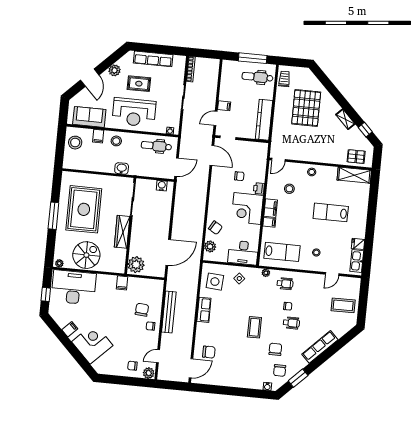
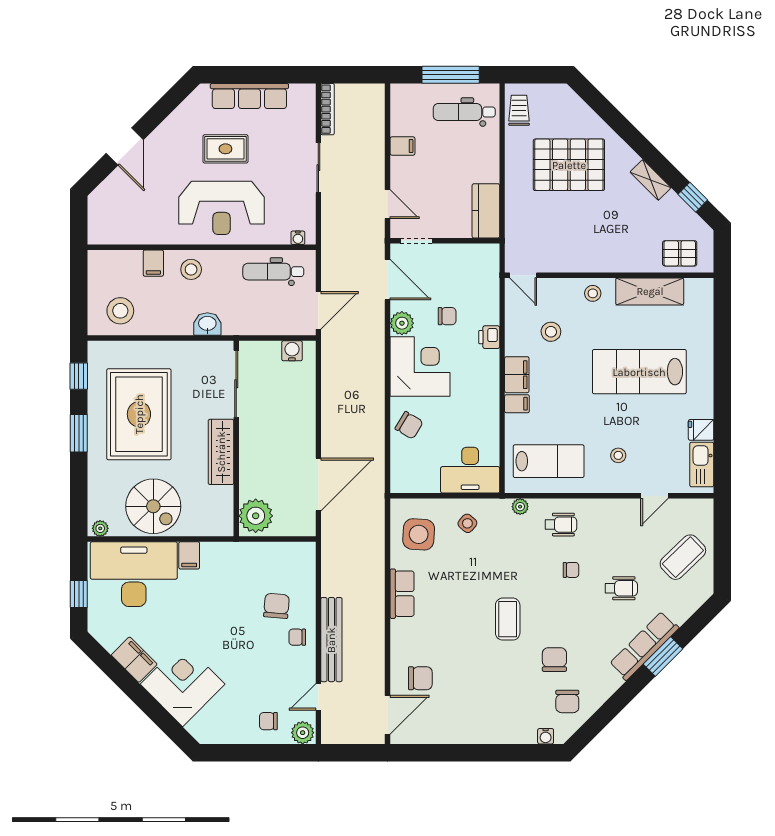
plant: (115, 70) -> (174, 127), removed
filing cabinet: (224, 106) -> (402, 146), moved
pallet: (306, 108) -> (569, 165), turned 90
sofa: (89, 117) -> (132, 226), removed
door: (216, 118) -> (388, 204), swing flipped
kitchen counter: (264, 120) -> (486, 211), width x0.67
stool: (75, 143) -> (120, 311), moved
door: (278, 160) -> (523, 275), hinge flipped
shelving: (354, 175) -> (650, 291), moved
window: (56, 188) -> (79, 376), added
corner desk: (247, 209) -> (420, 366), moved, turned 180
lab bench: (331, 212) -> (639, 372), width x1.36, depth x1.39
window: (53, 216) -> (79, 433), width x0.69
plant: (210, 247) -> (402, 323), moved
spiral stairs: (86, 255) -> (153, 506), turned 90
filing cabinet: (122, 283) -> (189, 555), moved
coffee table: (343, 305) -> (683, 557), turned -44
bench: (169, 312) -> (331, 640), moved
wheelchair: (291, 323) -> (621, 588), moved
filing cabinet: (70, 329) -> (134, 660), width x2.00
window: (298, 378) -> (663, 657), moved

